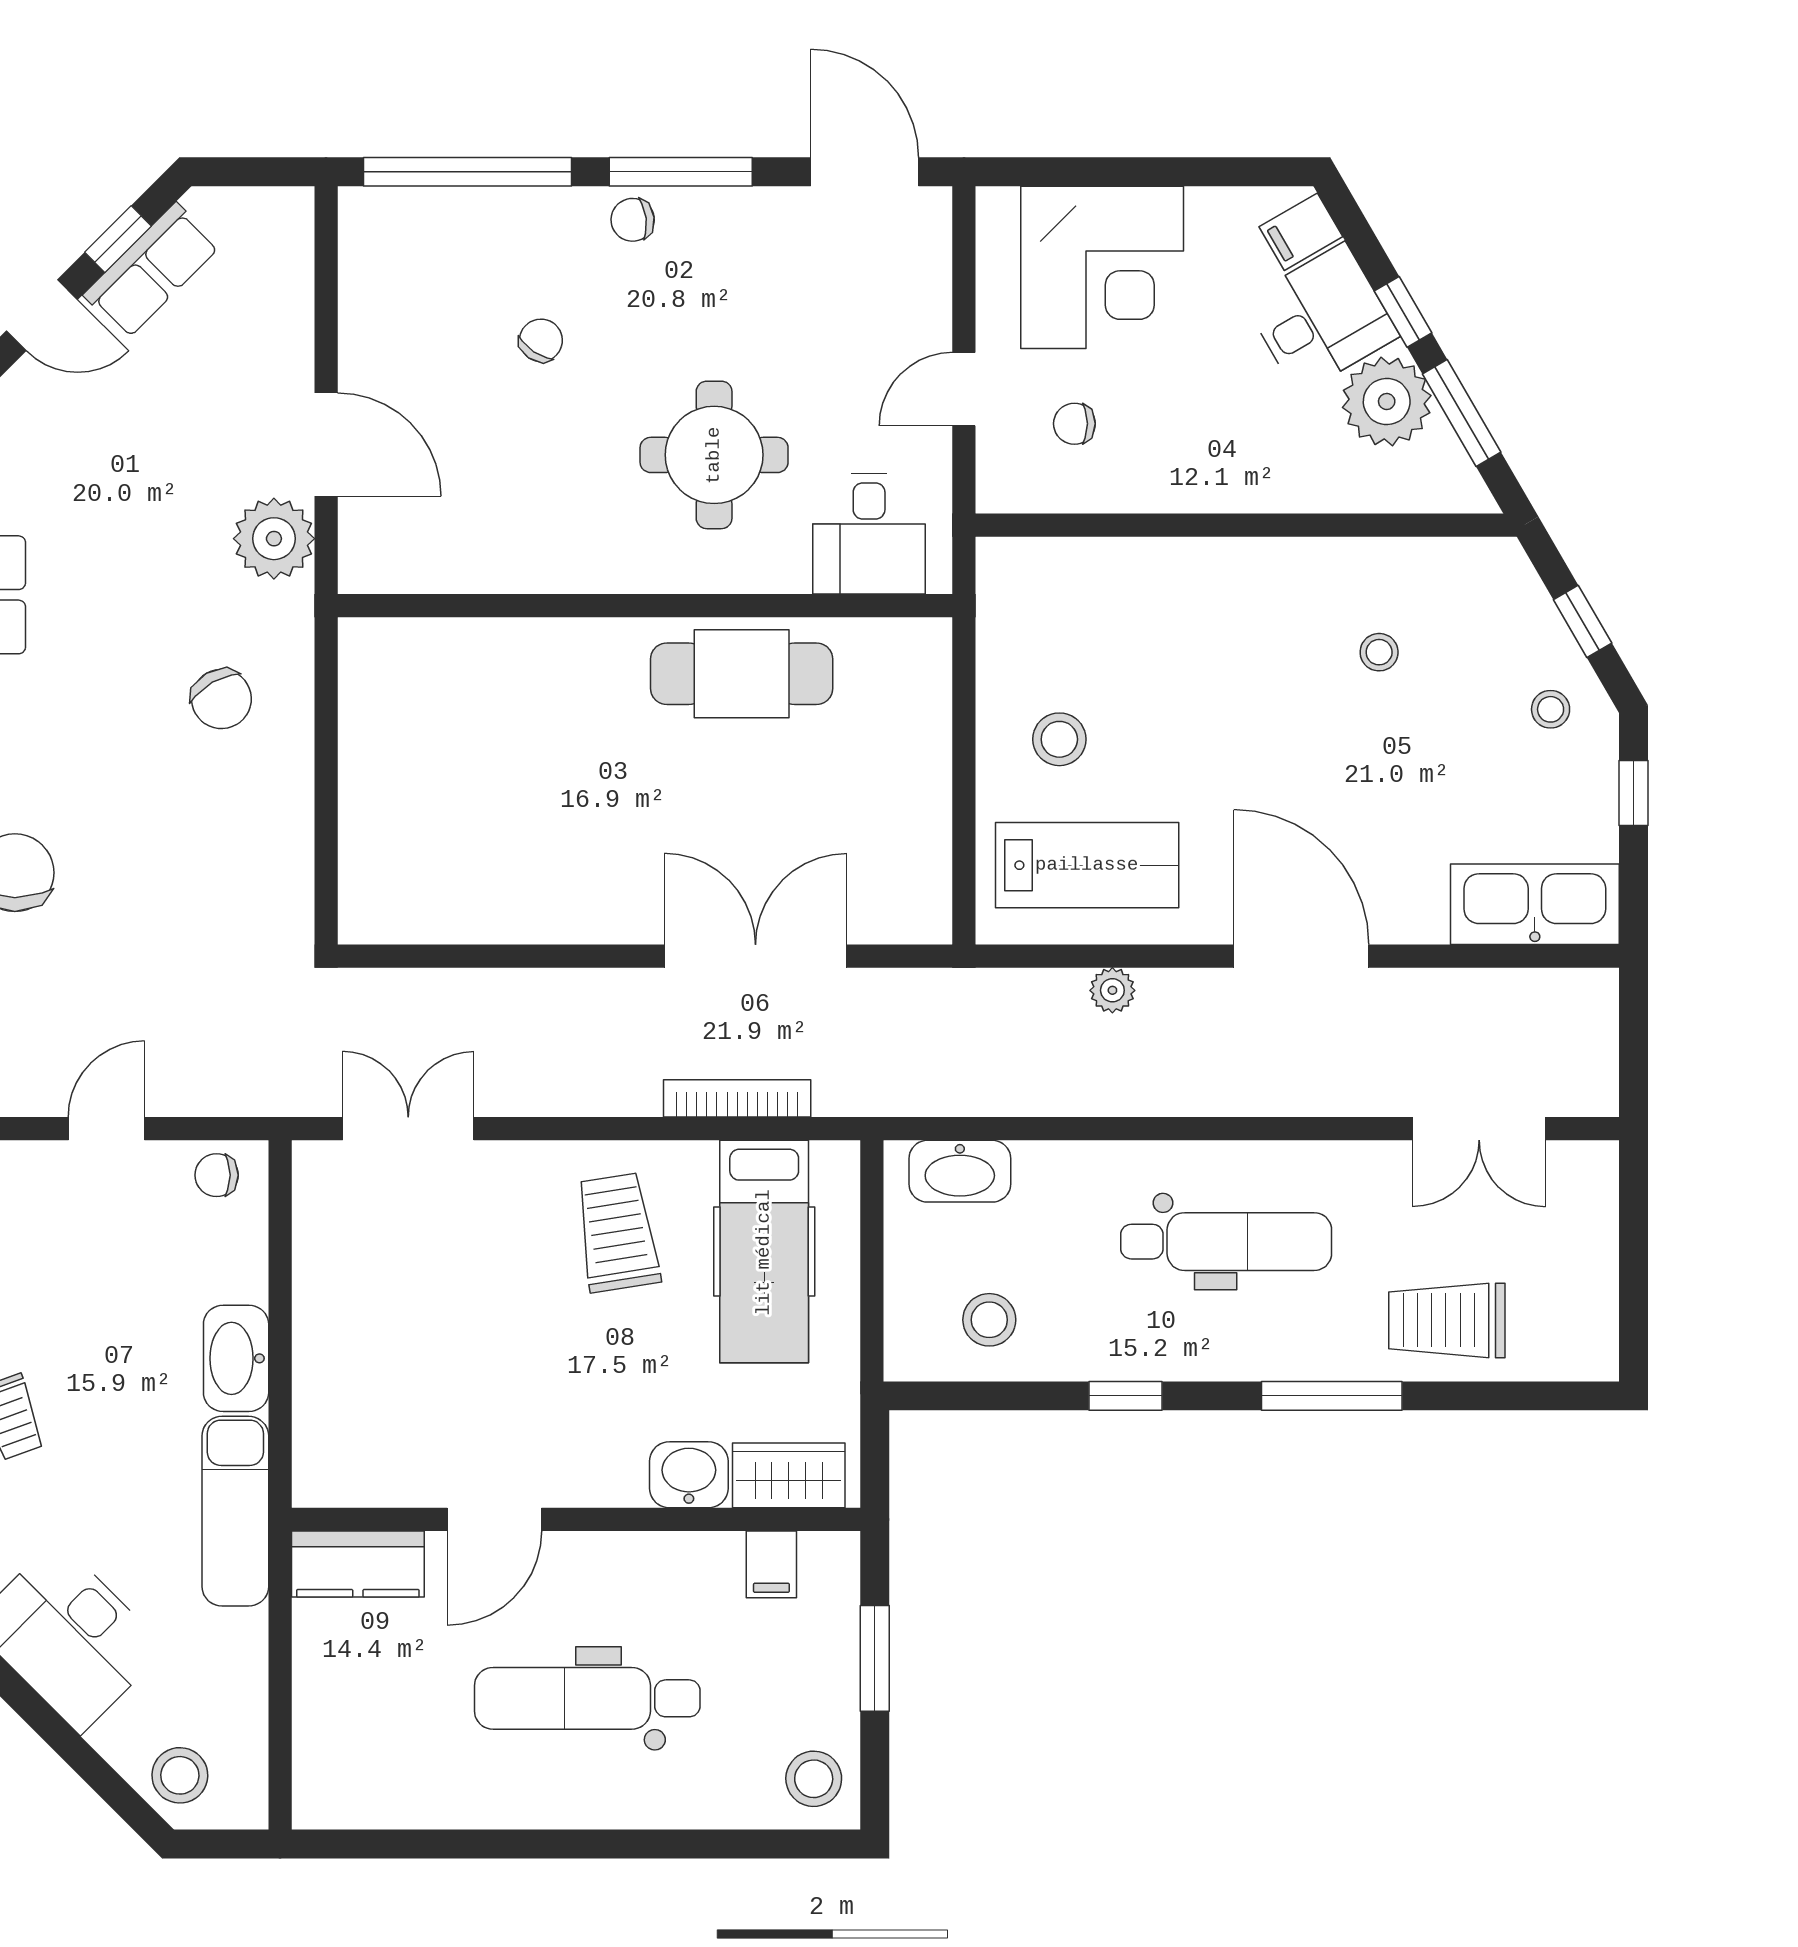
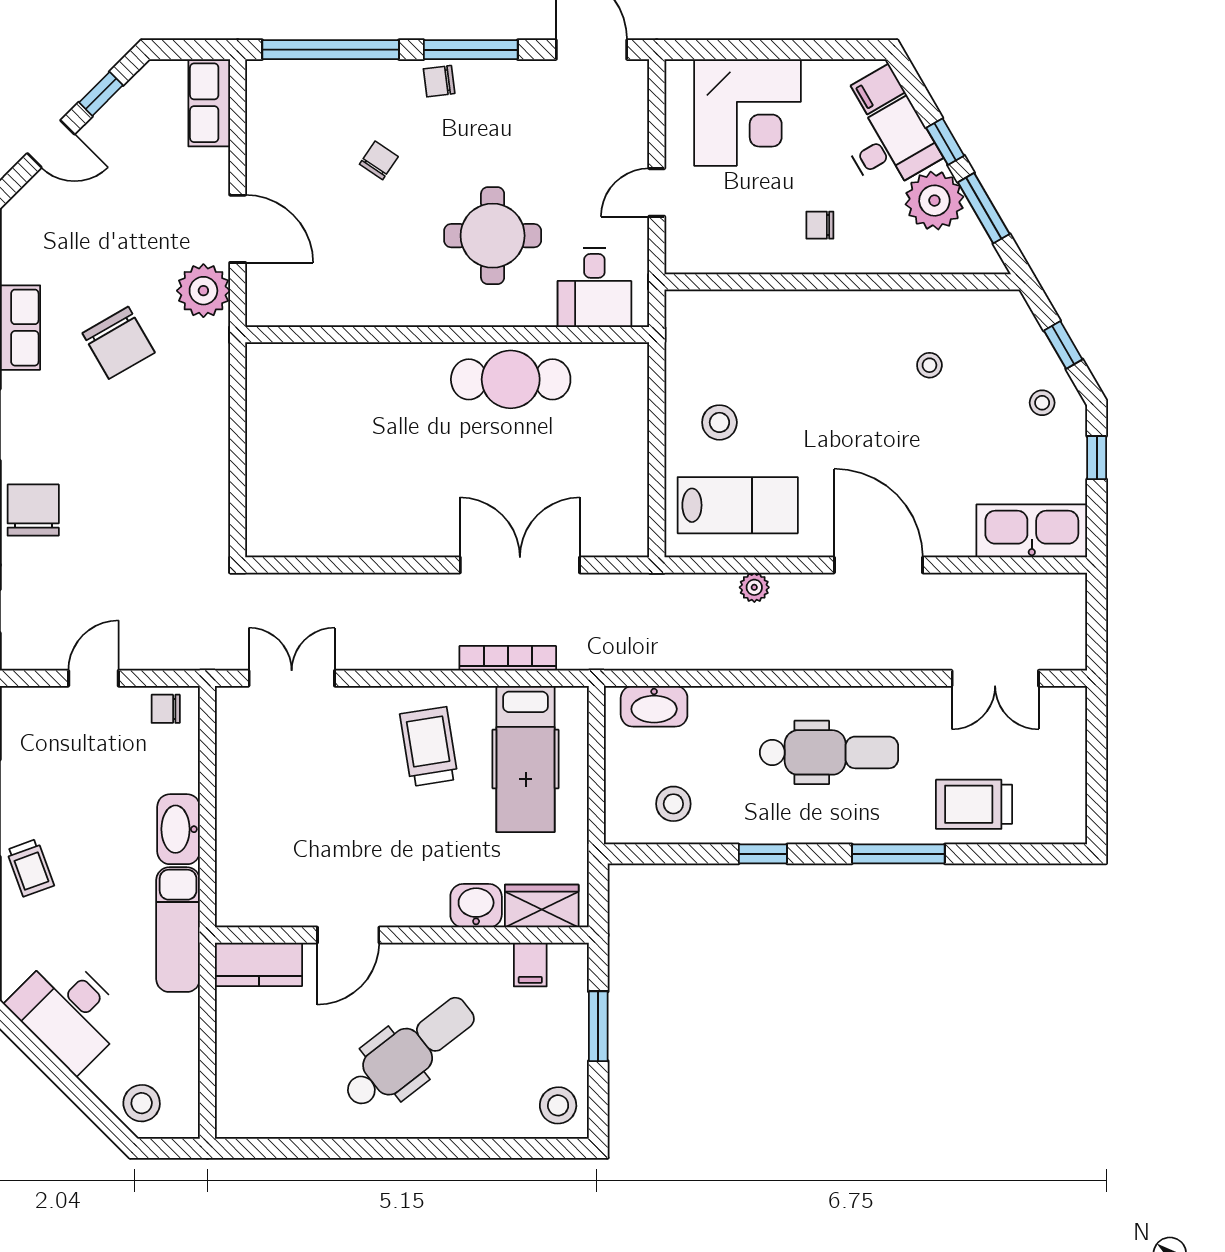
row of seats: (152, 271) -> (209, 103), moved, turned 135
chair: (1074, 424) -> (820, 225), moved
chair: (221, 699) -> (119, 343), moved, width x1.37, depth x1.37
dental chair: (587, 1698) -> (409, 1053), turned 142

